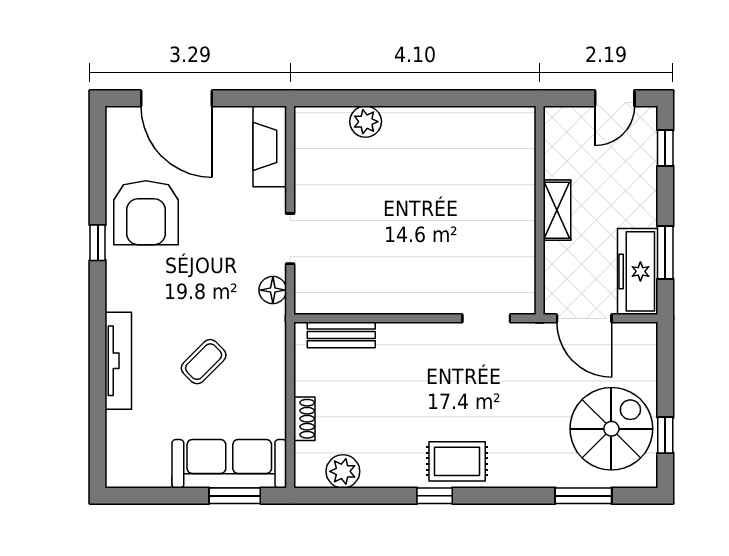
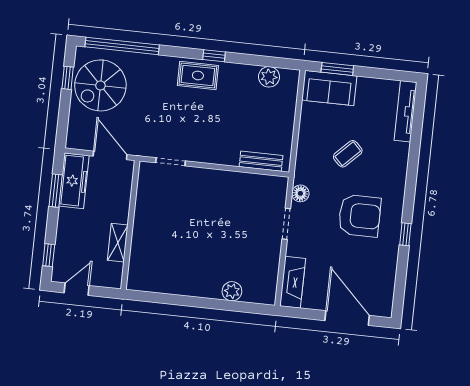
shelving: (557, 210) -> (118, 243), moved
armchair: (146, 213) -> (360, 216), moved, turned 90
tv unit: (118, 361) -> (406, 111), moved
shoe rack: (304, 419) -> (289, 112), removed
sofa: (229, 464) -> (329, 88), width x0.73
window: (583, 496) -> (122, 46), width x2.11

